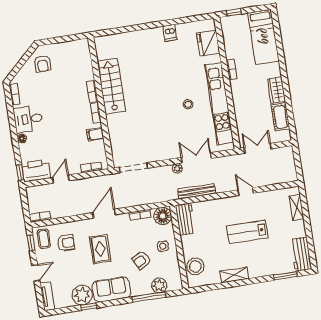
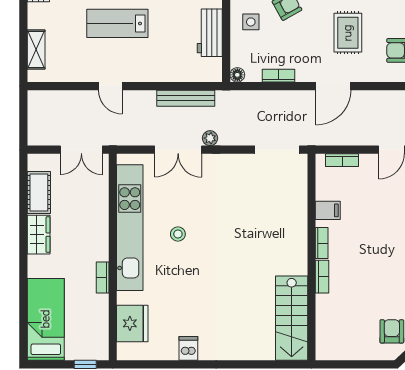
stairs: (111, 86) -> (292, 318), moved
floor lamp: (163, 216) -> (237, 75), width x0.53, depth x0.53
workbench: (185, 219) -> (210, 33), moved
lab bench: (247, 232) -> (117, 23), turned 180

